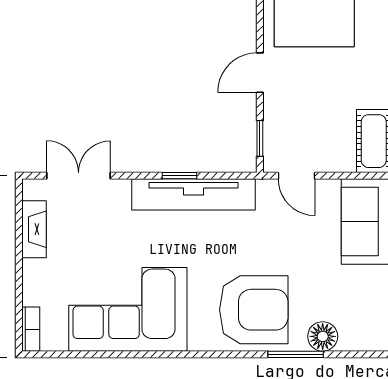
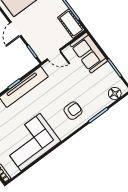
armchair: (254, 310) -> (73, 111), width x0.53, depth x0.53
floor lamp: (323, 336) -> (115, 94), moved

